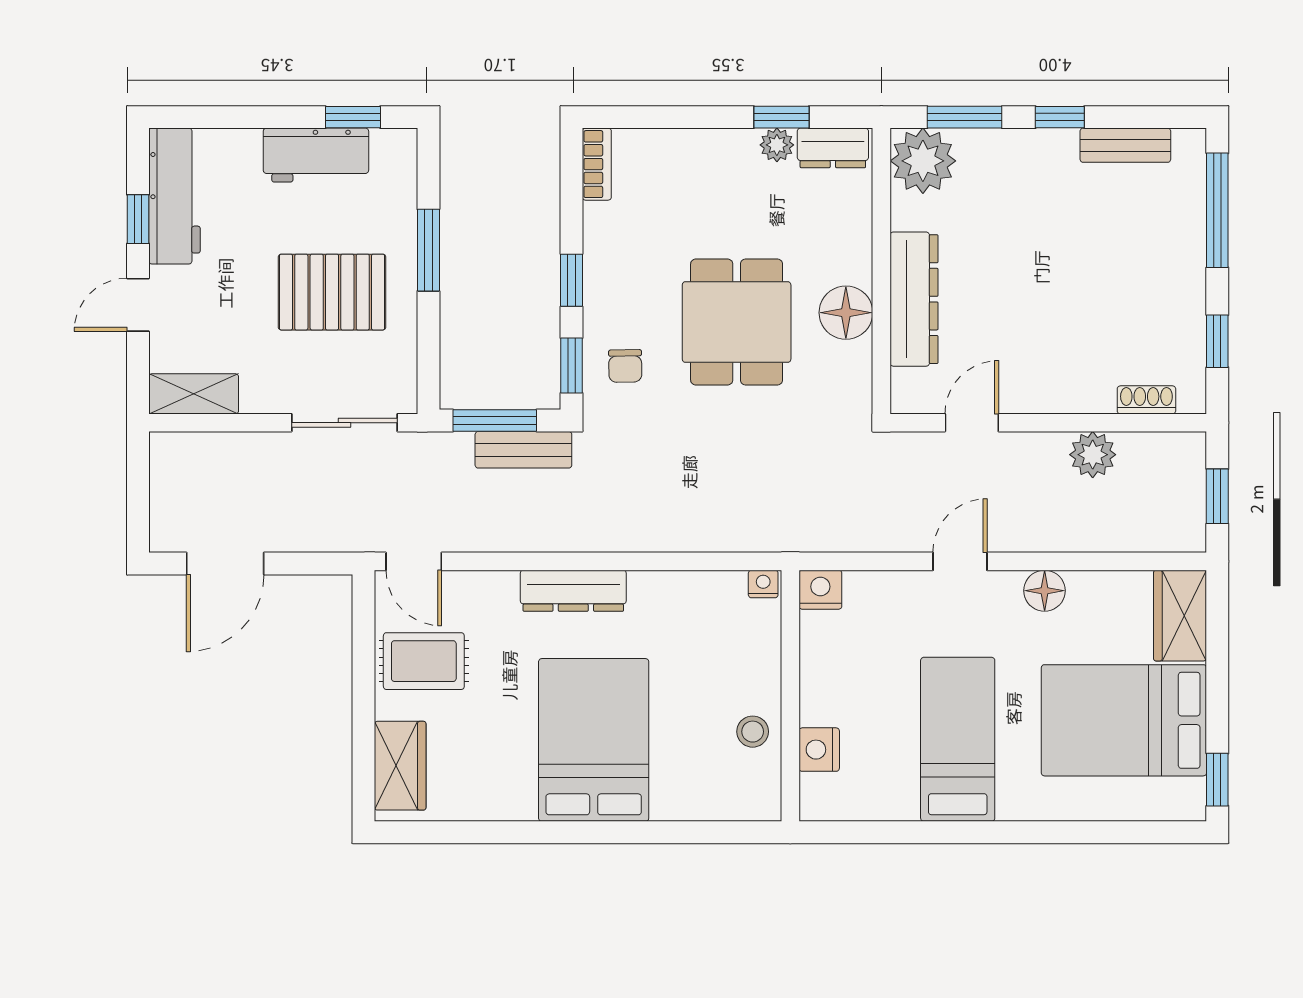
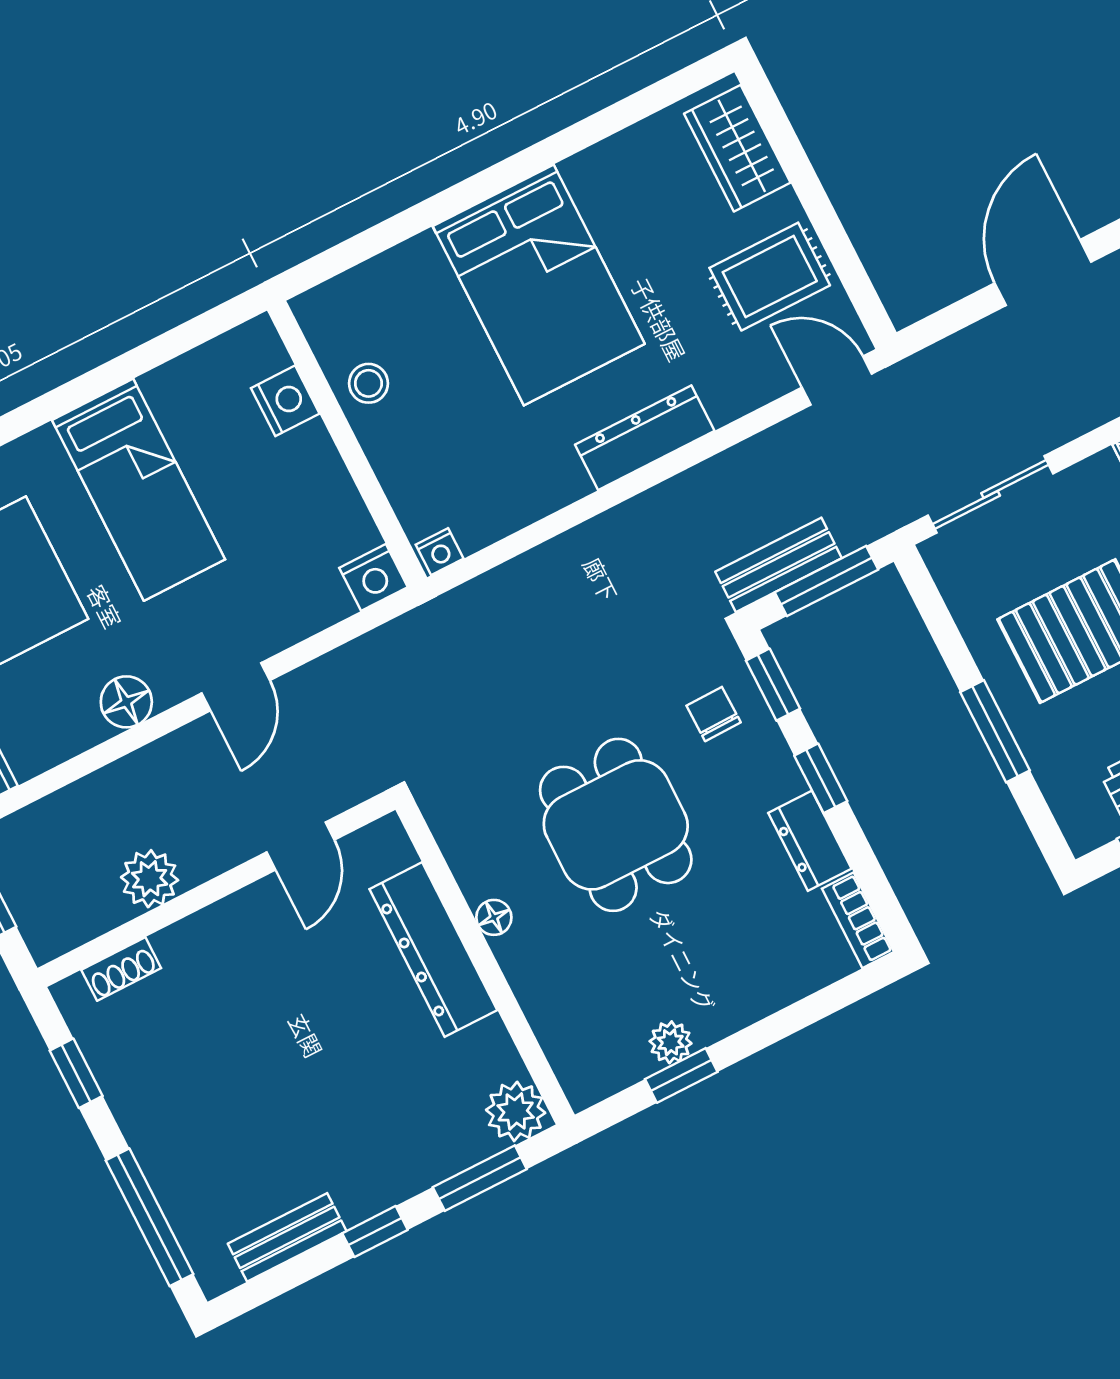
dresser: (833, 148) -> (810, 841), moved, turned -90
plant: (923, 161) -> (516, 1111), width x0.73, depth x0.73
floor lamp: (846, 313) -> (494, 917), width x0.53, depth x0.53

